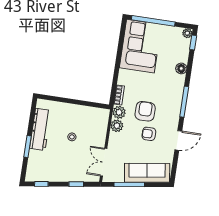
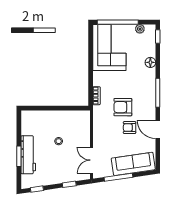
plant: (187, 33) -> (140, 29), moved
armchair: (145, 111) -> (123, 107), turned -90
plant: (119, 112) -> (99, 112), removed
plant: (117, 126) -> (99, 124), removed
workbench: (40, 129) -> (28, 155), moved
door: (178, 140) -> (158, 129), swing flipped

